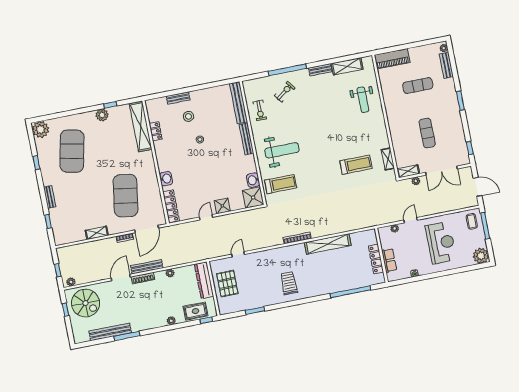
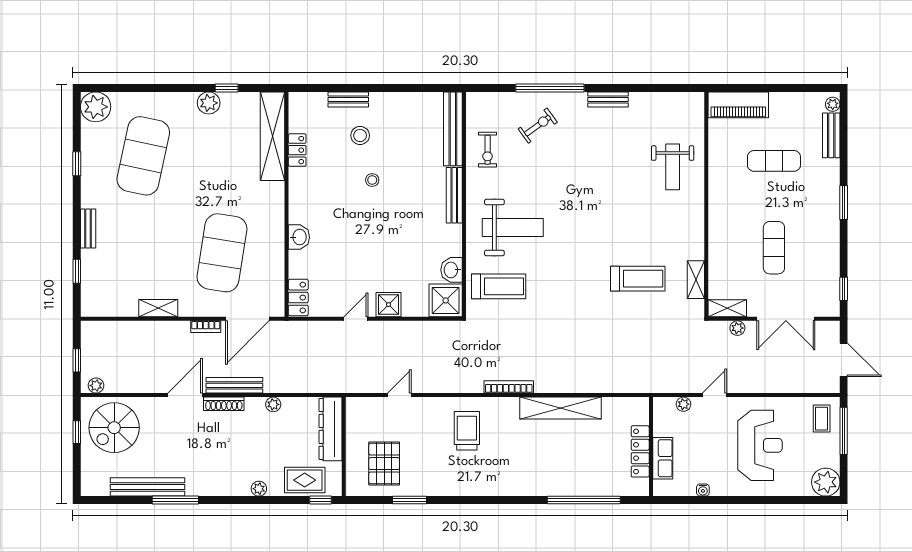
shelving: (347, 66) -> (657, 103), removed
locker: (171, 206) -> (298, 298), width x0.66
trolley: (289, 283) -> (467, 431), moved
pallet: (227, 284) -> (384, 464), moved
spiral stairs: (85, 303) -> (114, 428), turned 90

